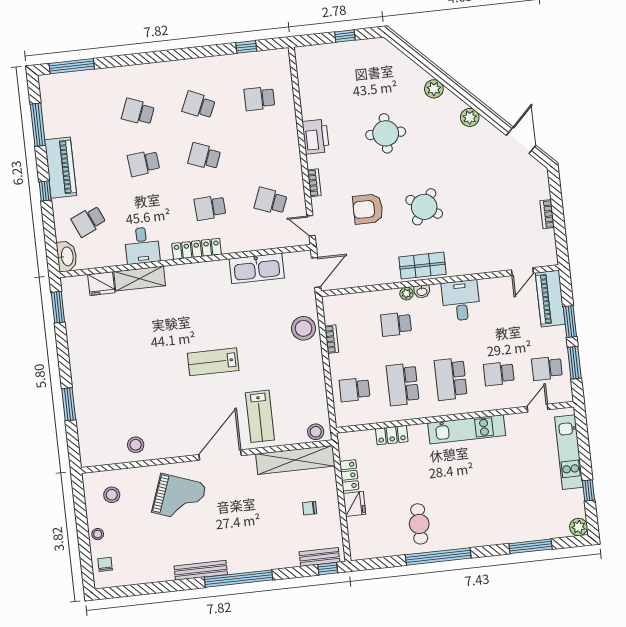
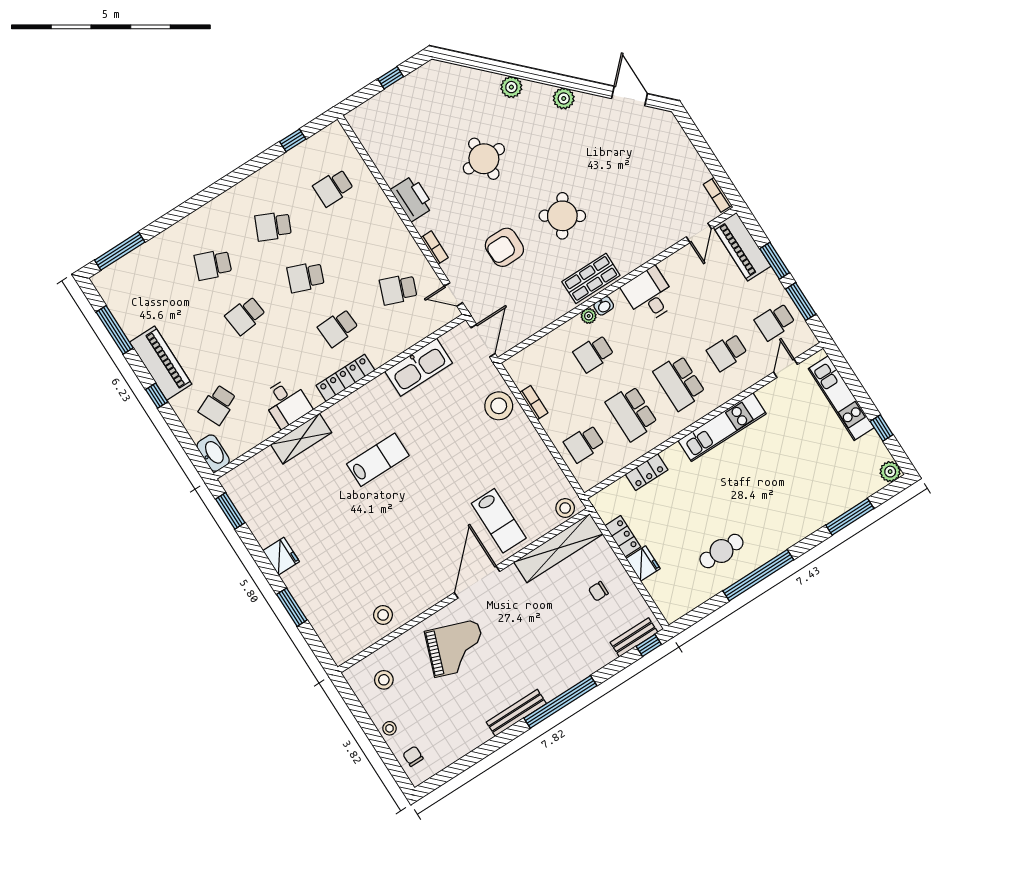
bookcase: (547, 214) -> (718, 195), moved
fridge: (101, 284) -> (281, 556), moved, turned -90
lab bench: (213, 362) -> (378, 460), moved, turned 180
cafe table: (419, 524) -> (721, 551), turned 90

